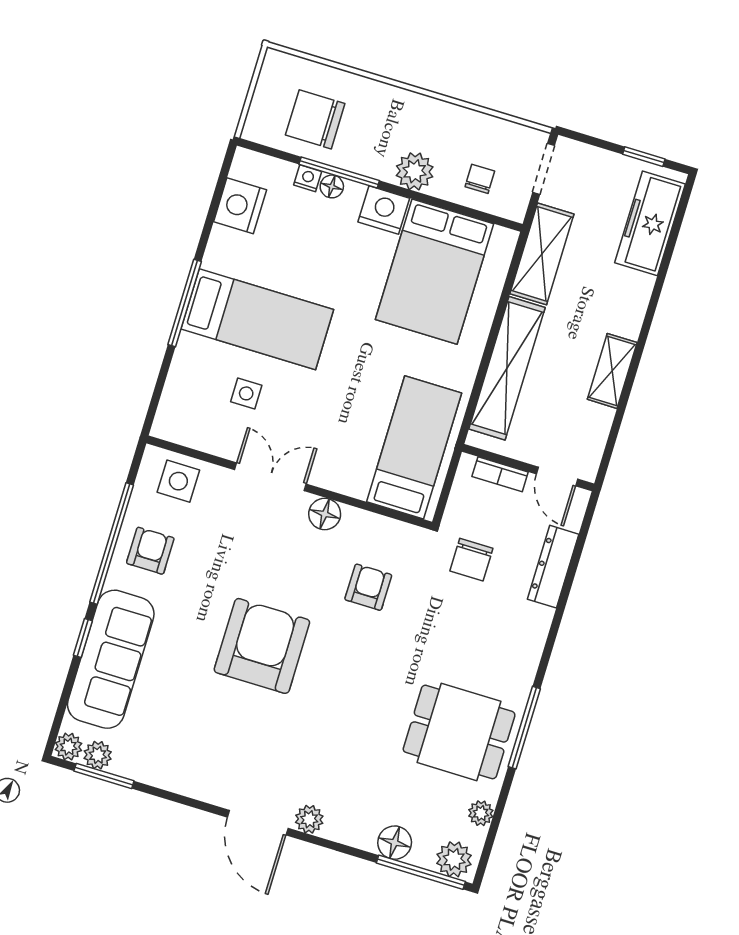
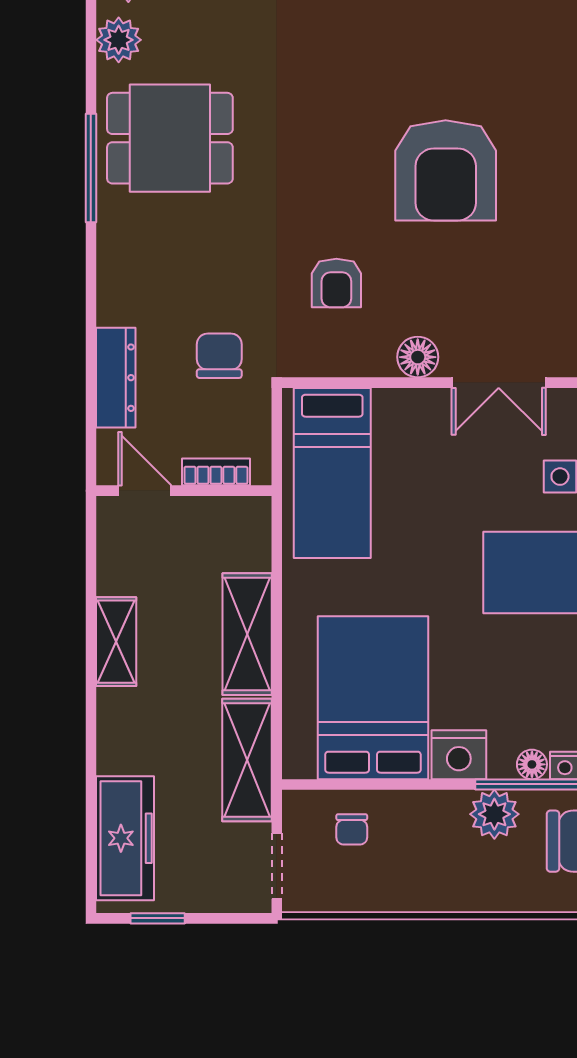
plant: (415, 171) -> (494, 814), moved
shelving: (507, 368) -> (247, 634), width x0.68
plant: (481, 813) -> (119, 40), width x1.38, depth x1.38

